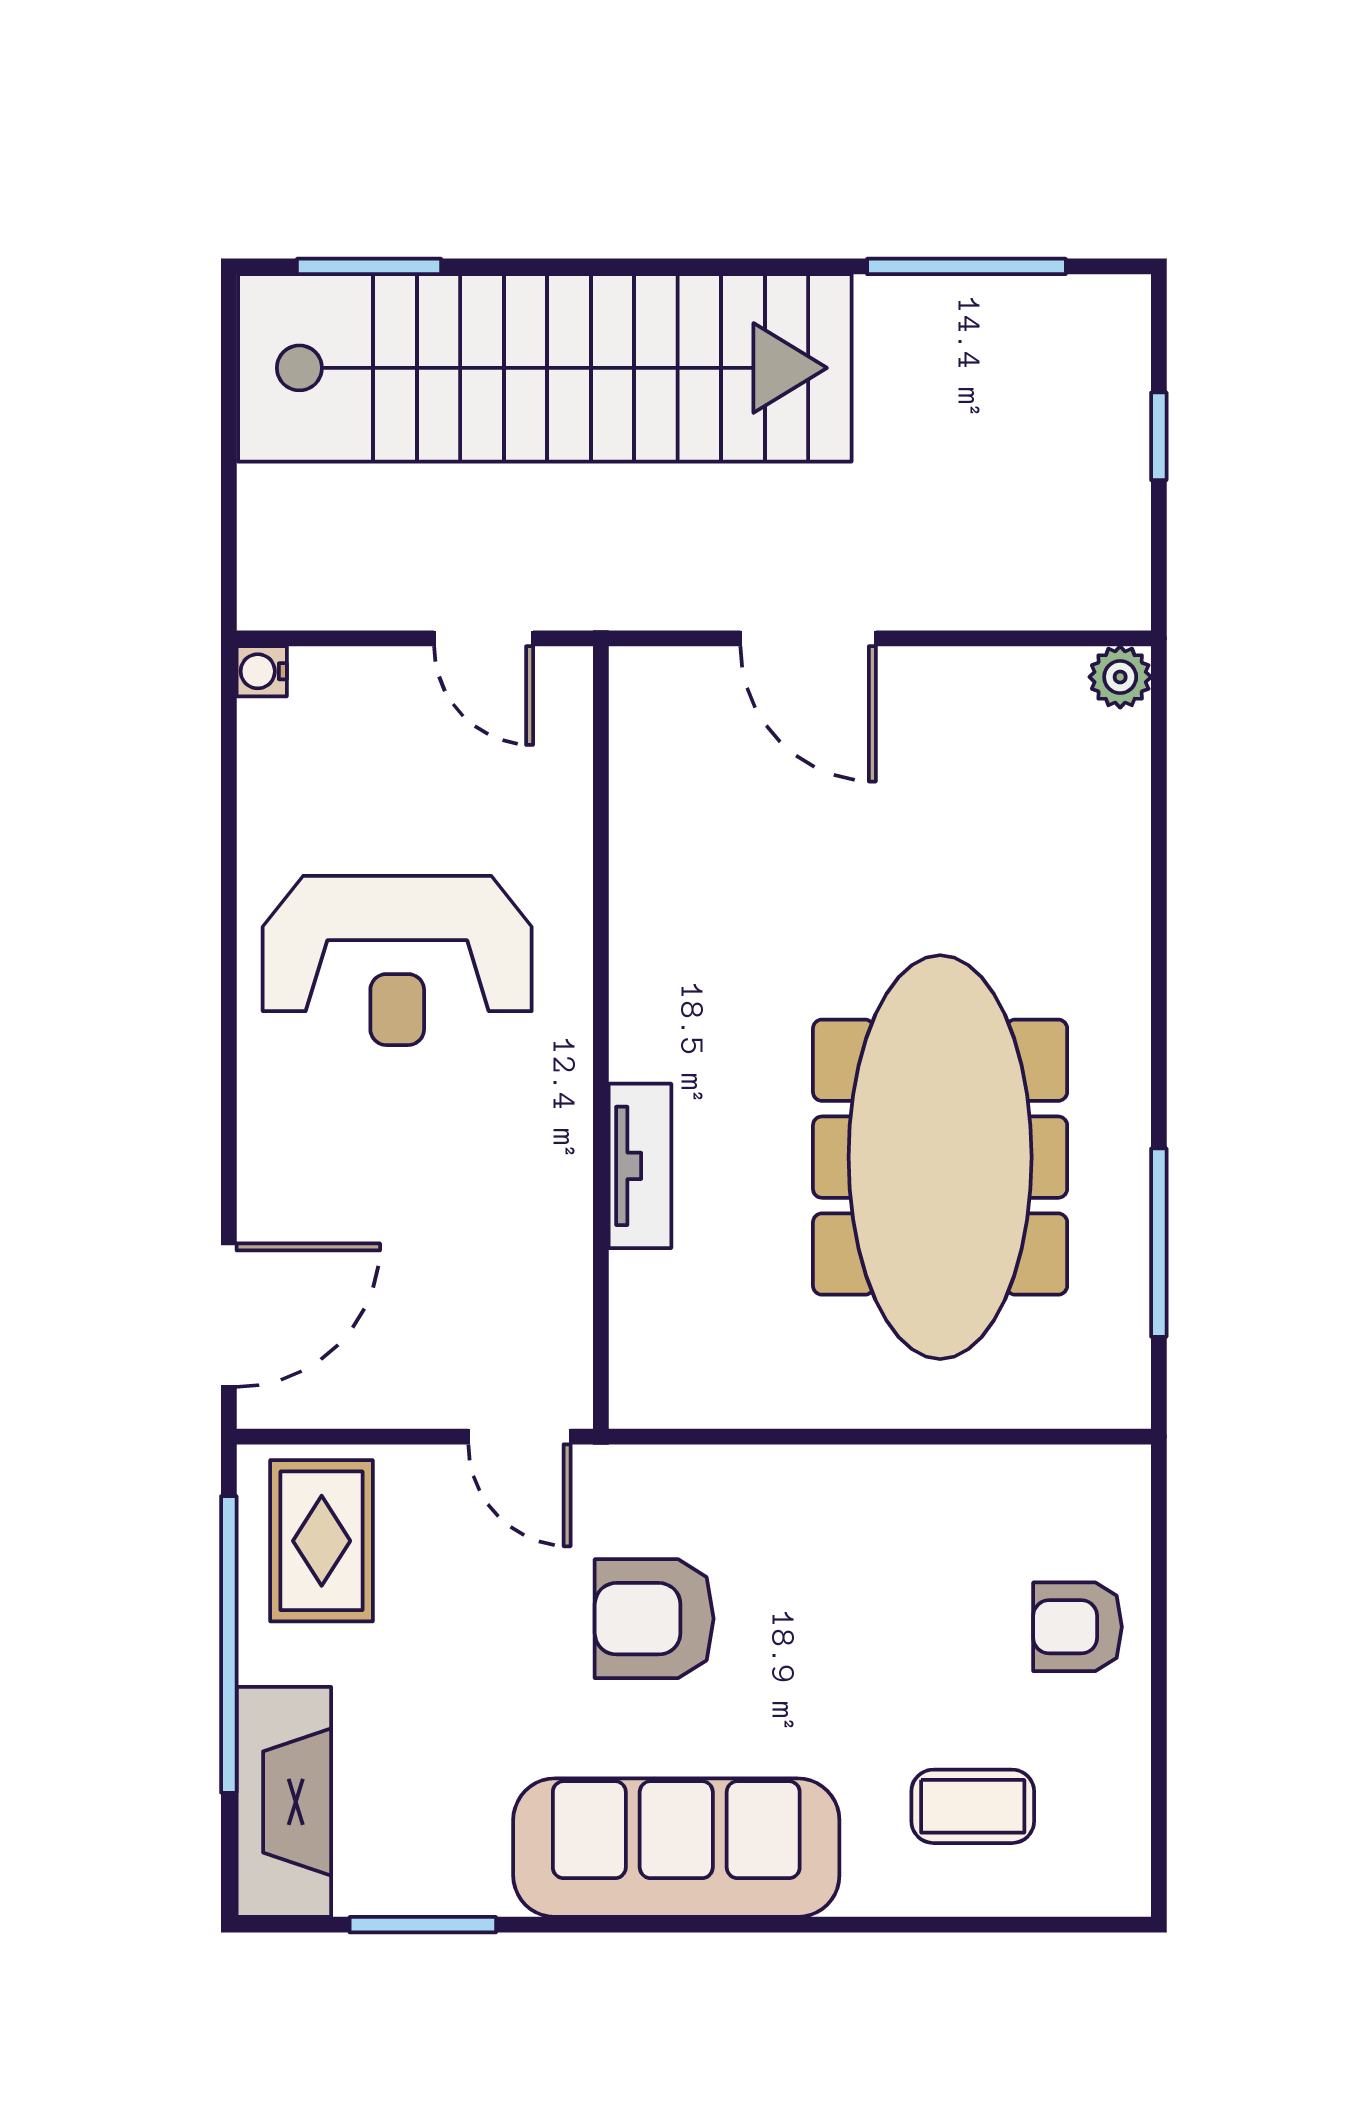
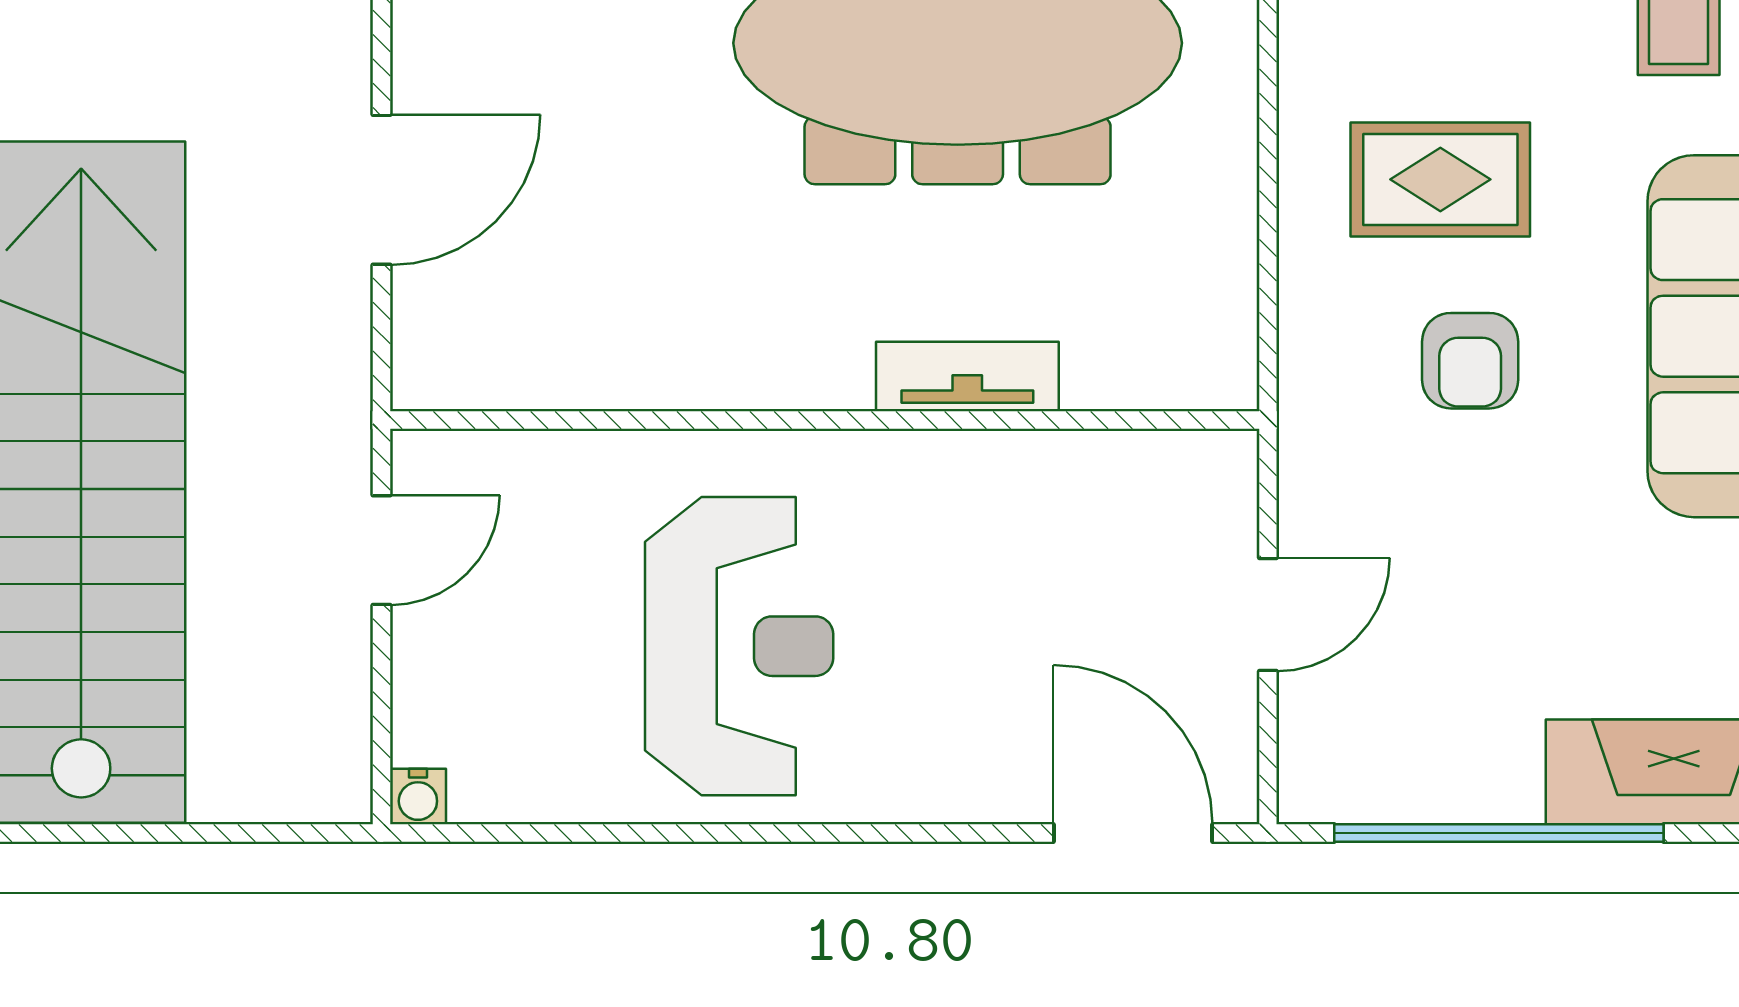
door: (519, 1437) -> (1268, 614), moved
rug: (322, 1541) -> (1440, 179), moved
armchair: (654, 1619) -> (1470, 361), width x0.72, depth x0.72

